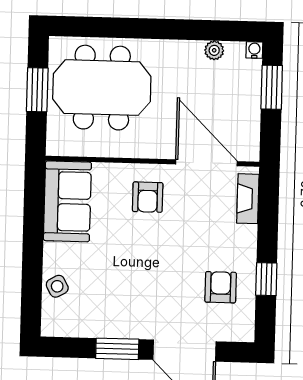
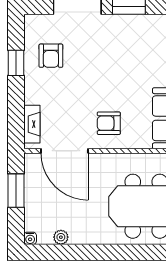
window: (272, 87) -> (16, 191), moved
armchair: (148, 197) -> (109, 123), turned -90

